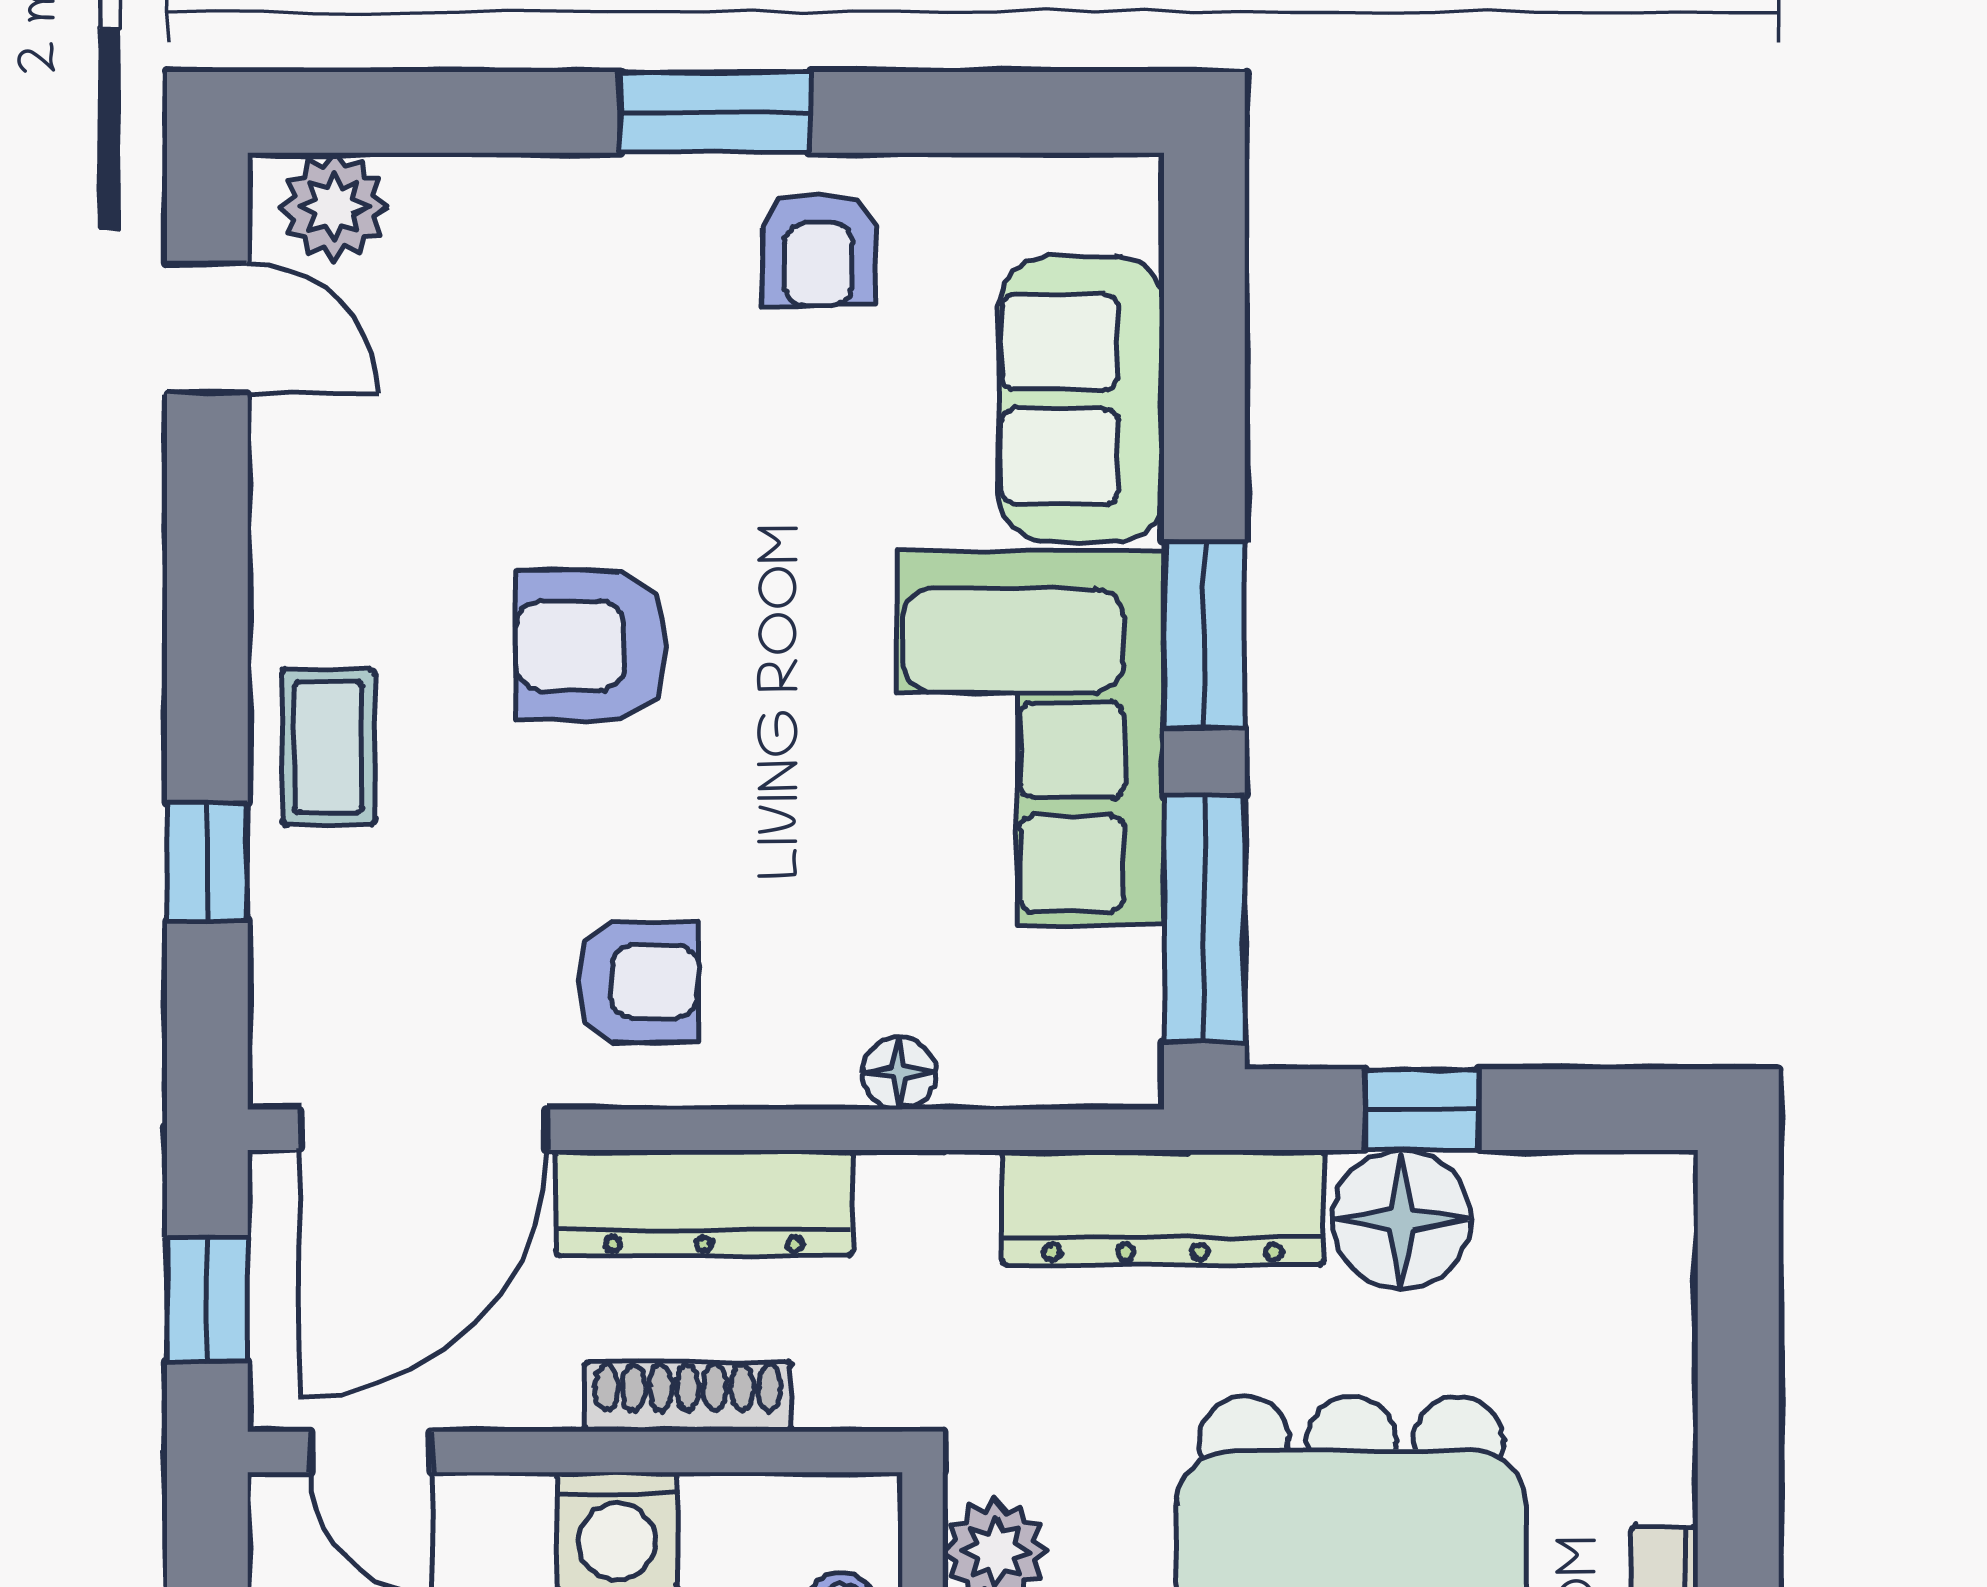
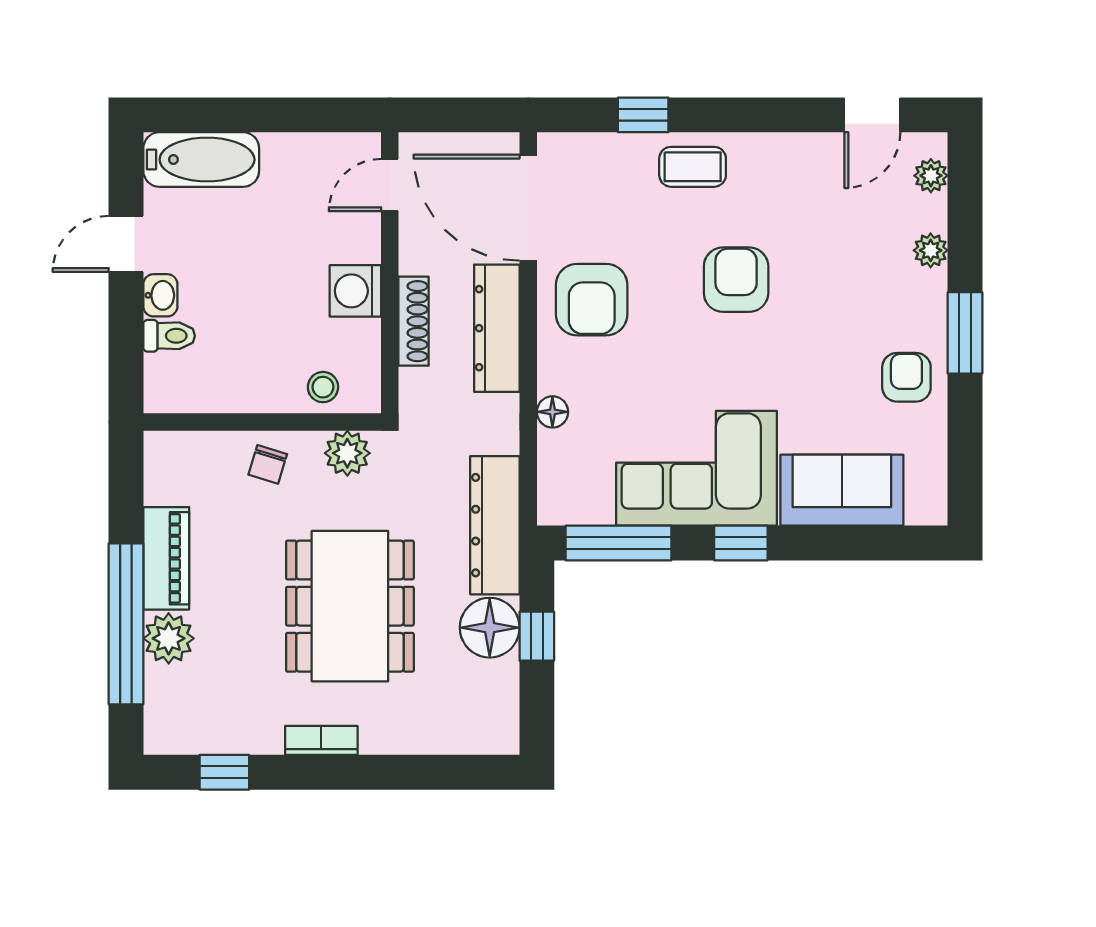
plant: (523, 192) -> (931, 250), added
plant: (334, 206) -> (931, 176), width x0.73, depth x0.73
armchair: (818, 249) -> (906, 377), turned 90
window: (1204, 634) -> (741, 543), width x0.67
armchair: (637, 982) -> (592, 300), width x1.38, depth x1.38
window: (207, 1299) -> (455, 115), removed

